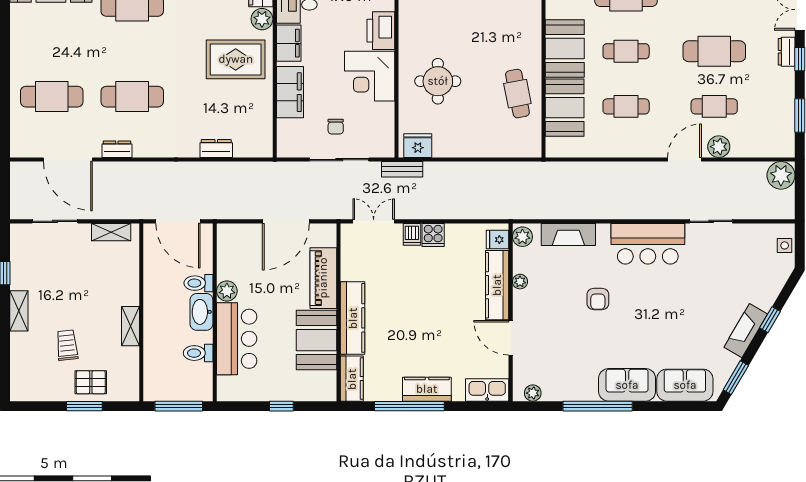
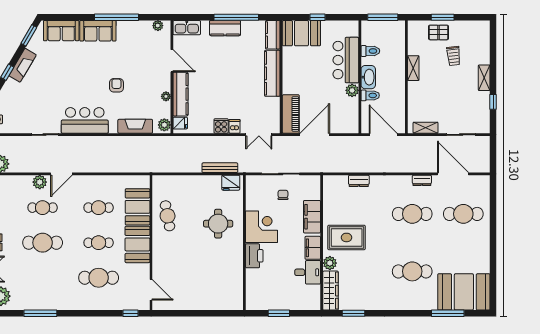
bench: (402, 169) -> (220, 168), moved, width x1.36
piano: (323, 278) -> (291, 114), moved
booth: (316, 340) -> (301, 33), moved, turned 90

